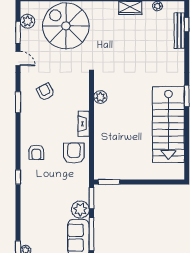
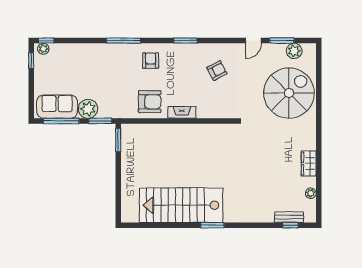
bench: (179, 31) -> (289, 217), width x0.73
plant: (100, 97) -> (211, 131), removed
window: (18, 102) -> (185, 41), moved
armchair: (36, 152) -> (151, 61), turned 90
window: (18, 177) -> (124, 41), width x2.17

